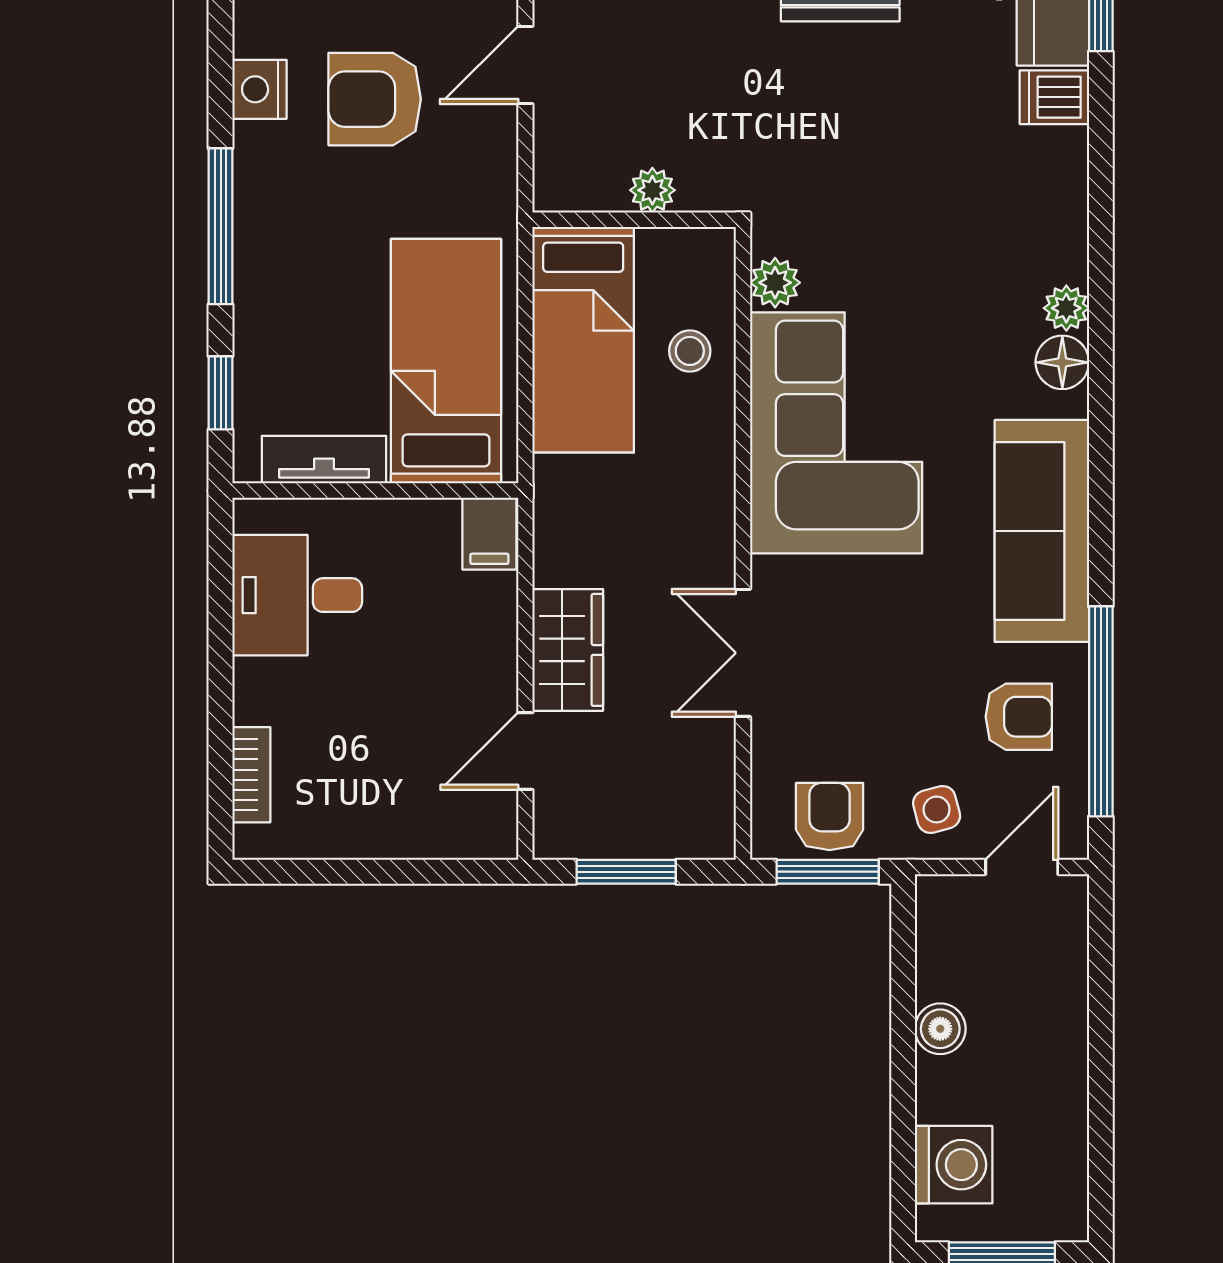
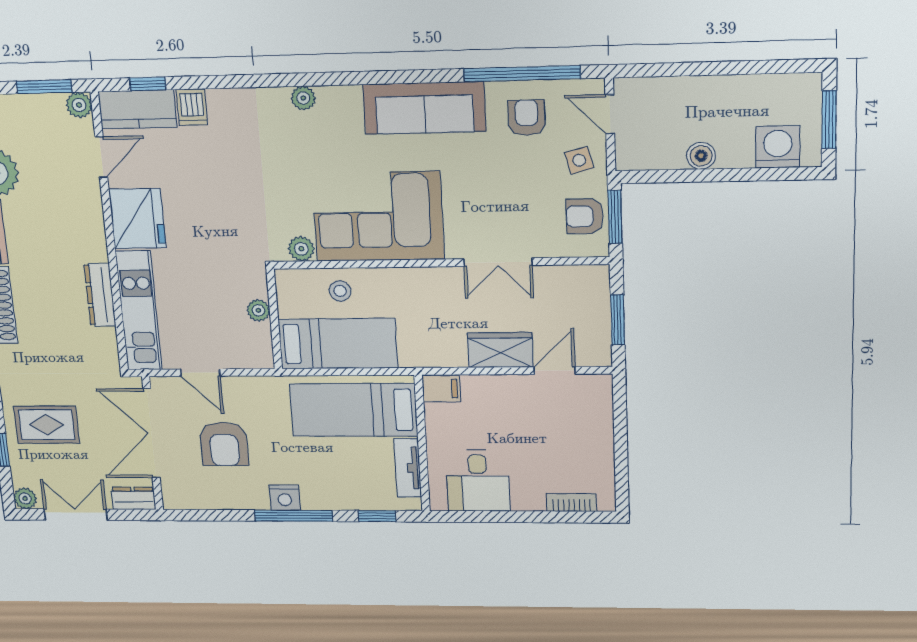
nightstand: (259, 89) -> (285, 498), moved
floor lamp: (1062, 362) -> (333, 99), removed
door: (525, 751) -> (555, 371), swing flipped

